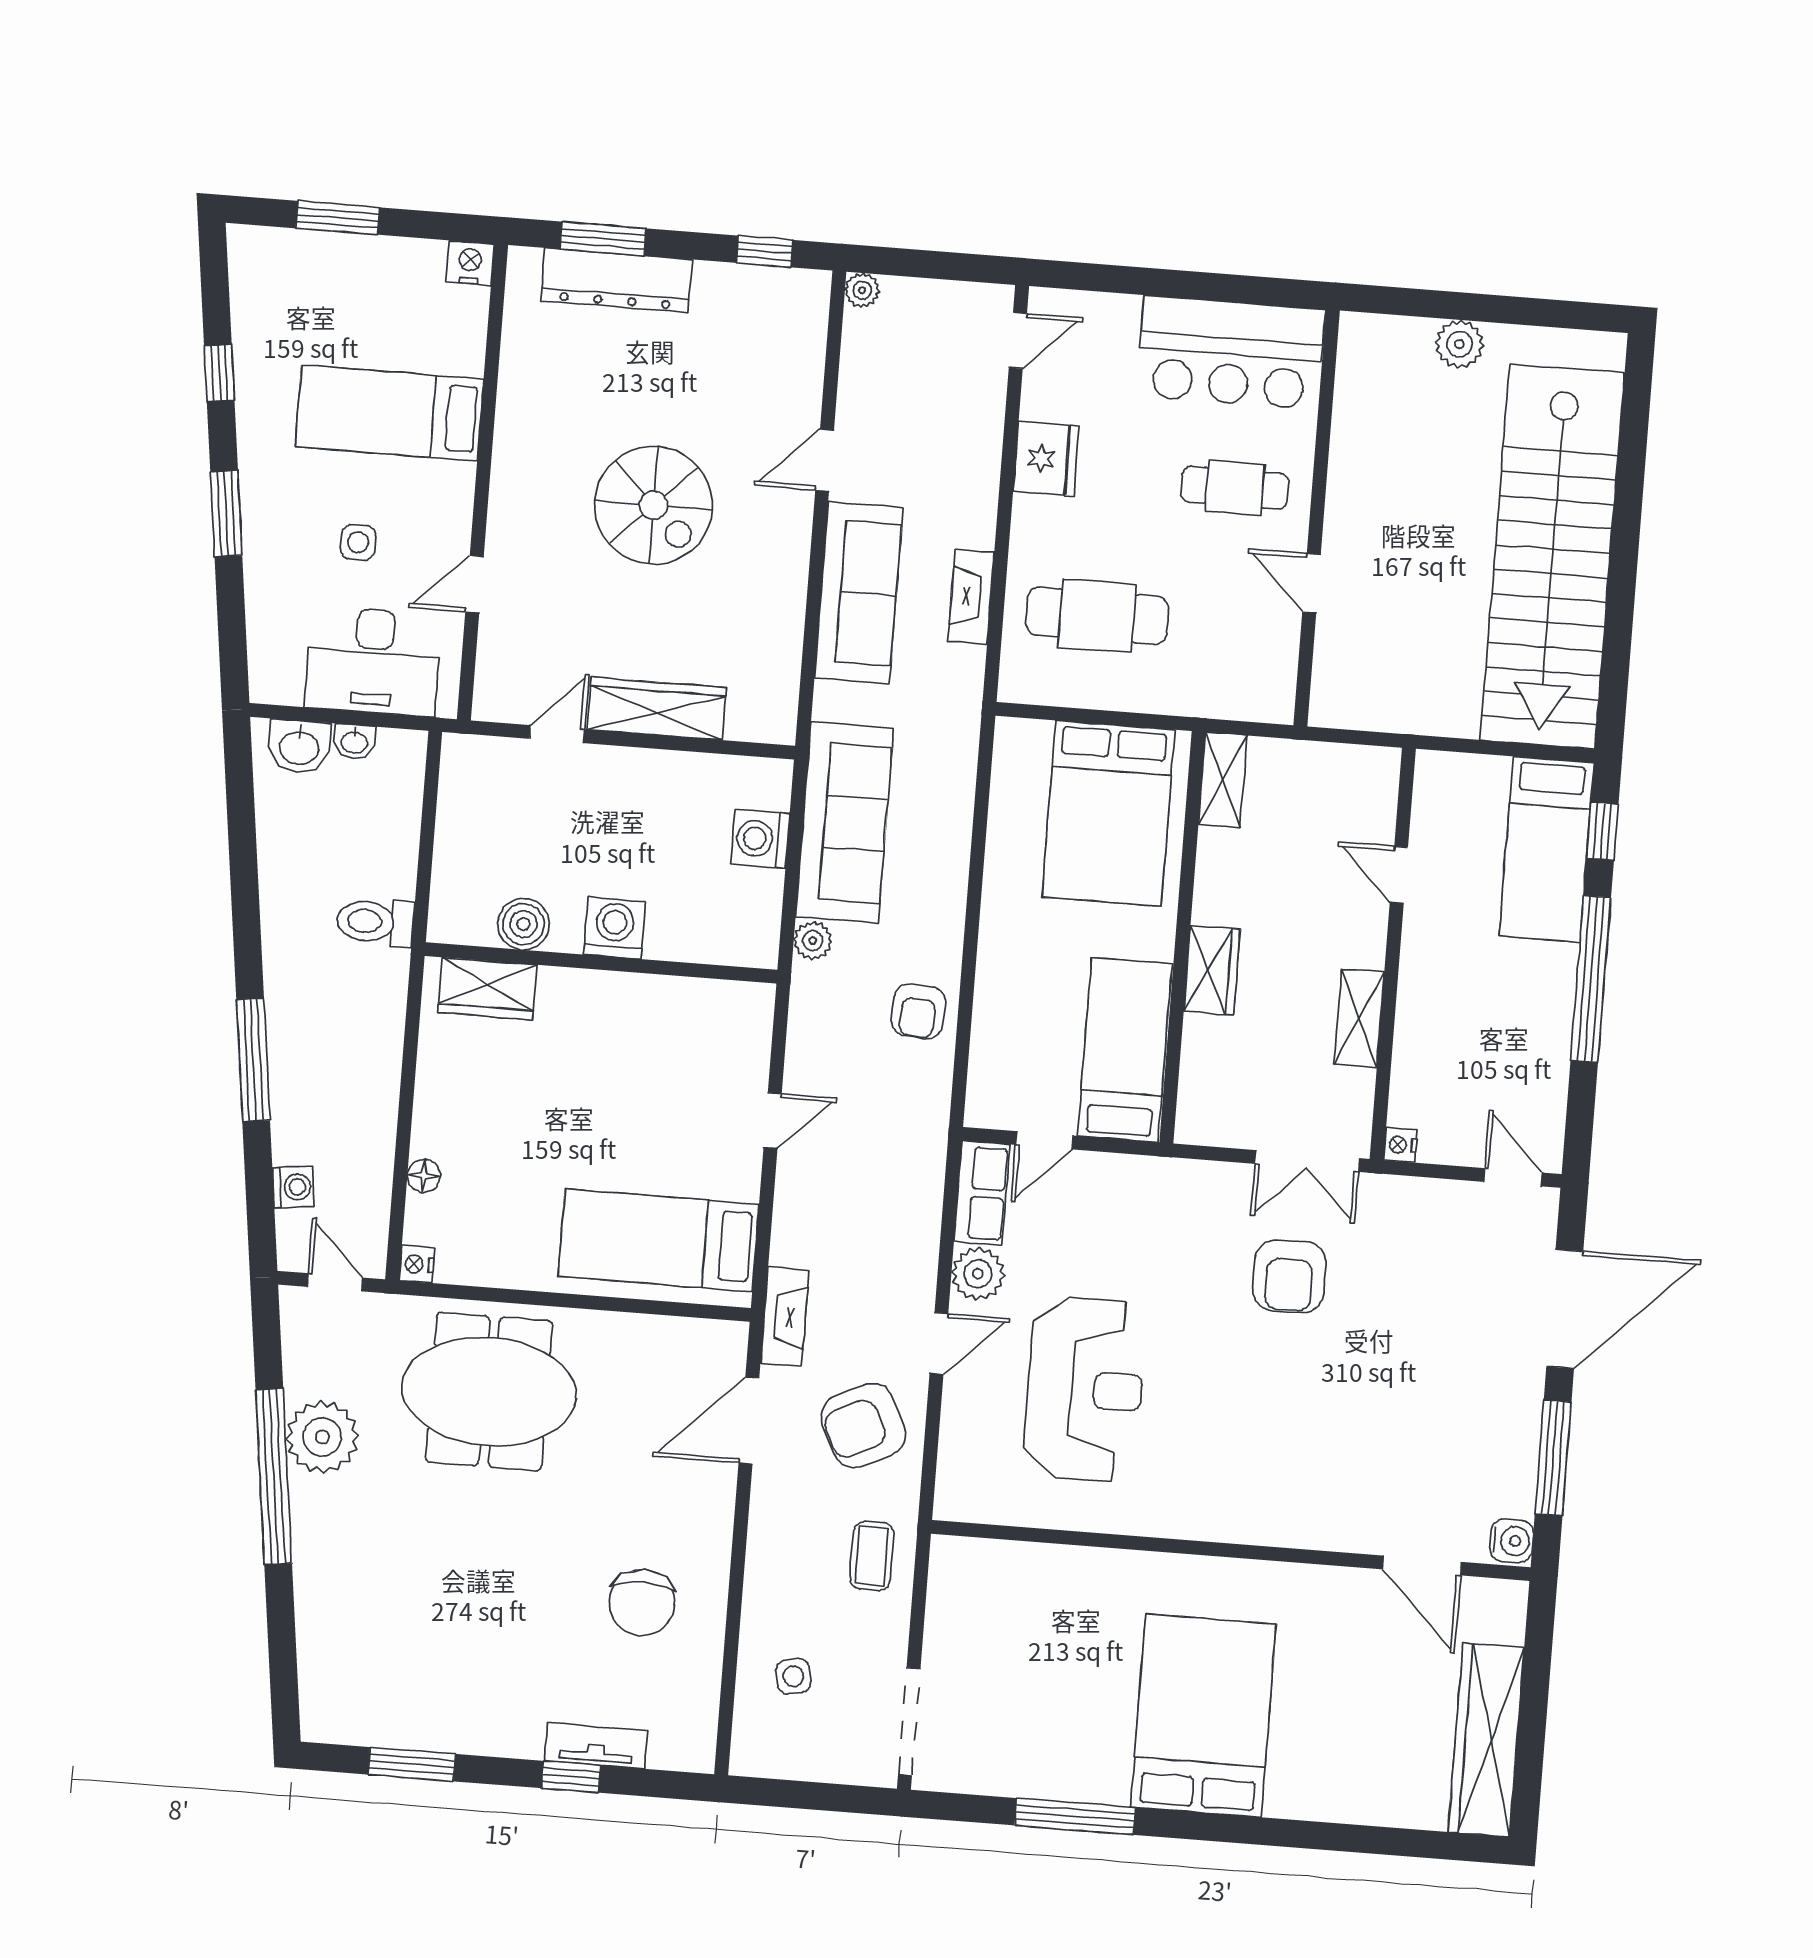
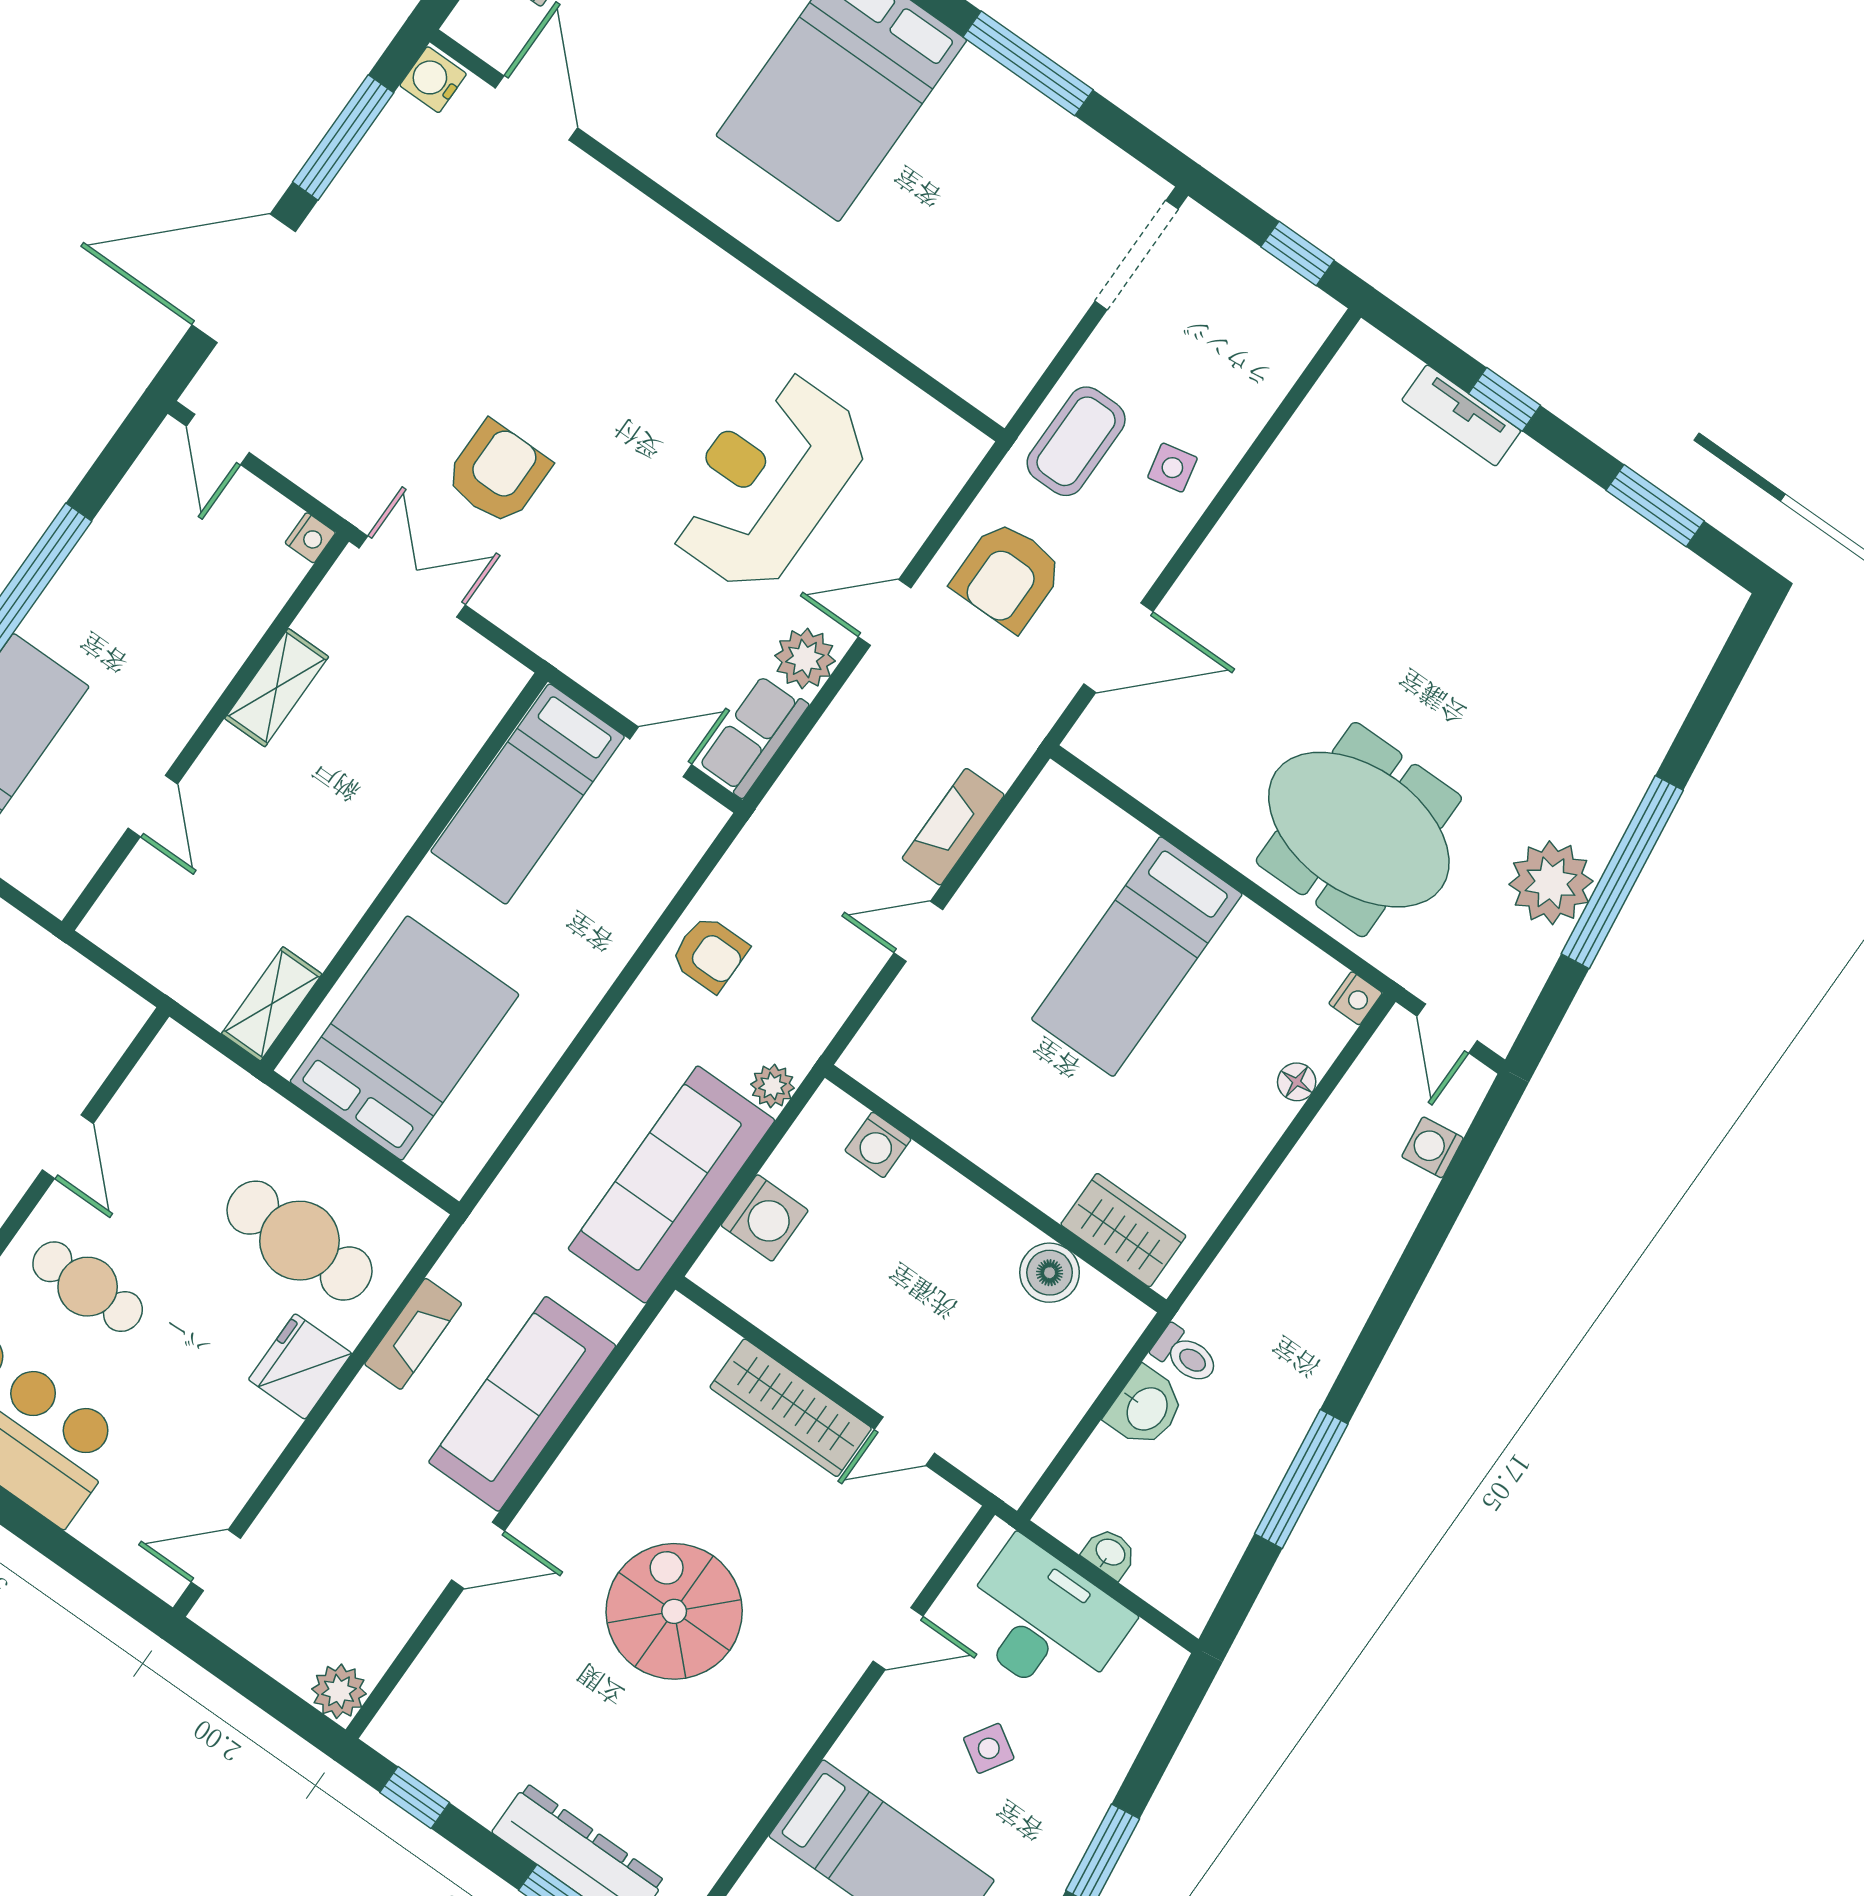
plant: (862, 290) -> (339, 1691), width x1.38, depth x1.38
fridge: (1046, 459) -> (300, 1366), moved
side table: (358, 542) -> (989, 1748), turned 32
washbasin: (299, 747) -> (1146, 1408), moved, turned 90
toilet: (375, 922) -> (1185, 1355), width x0.73, depth x0.72
washing machine: (615, 928) -> (878, 1145), moved, width x0.73, depth x0.73
wardrobe: (1212, 970) -> (394, 822), removed
armchair: (918, 1011) -> (710, 954), turned 86
window: (253, 1060) -> (1301, 1479), moved
bed: (659, 1240) -> (1137, 957), moved, turned 90
fireplace: (785, 1317) -> (953, 827), moved
armchair: (863, 1425) -> (1008, 576), turned 116
coffee table: (872, 1556) -> (1076, 441), width x1.36, depth x1.30
chair: (642, 1603) -> (1332, 530), removed
side table: (793, 1676) -> (1172, 468), moved
window: (790, 1794) -> (1298, 253), added

